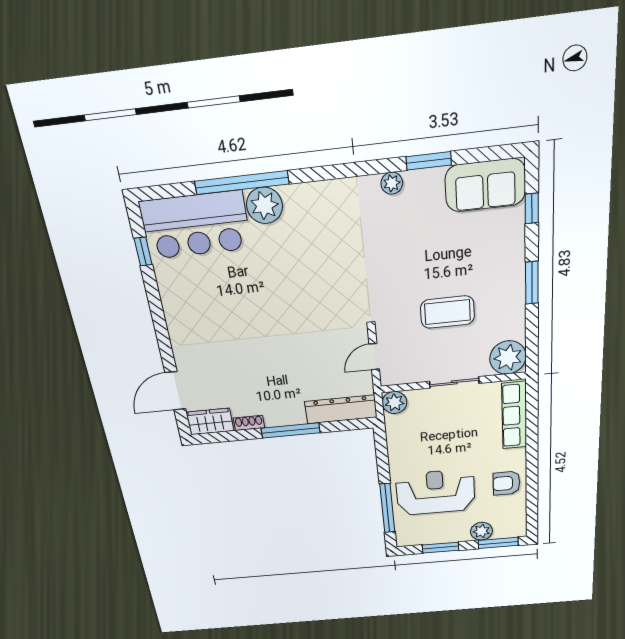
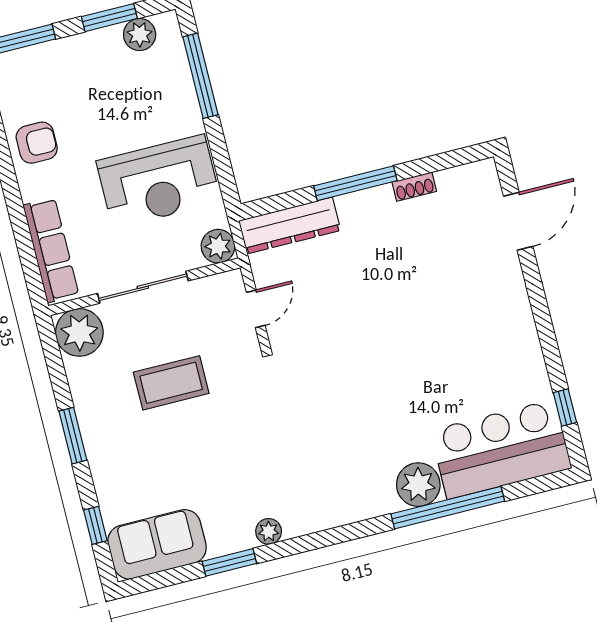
sliding door: (454, 382) -> (143, 287), width x1.37
wardrobe: (210, 421) -> (468, 181), removed
reception desk: (435, 492) -> (159, 181), moved
plant: (481, 531) -> (140, 34), moved

